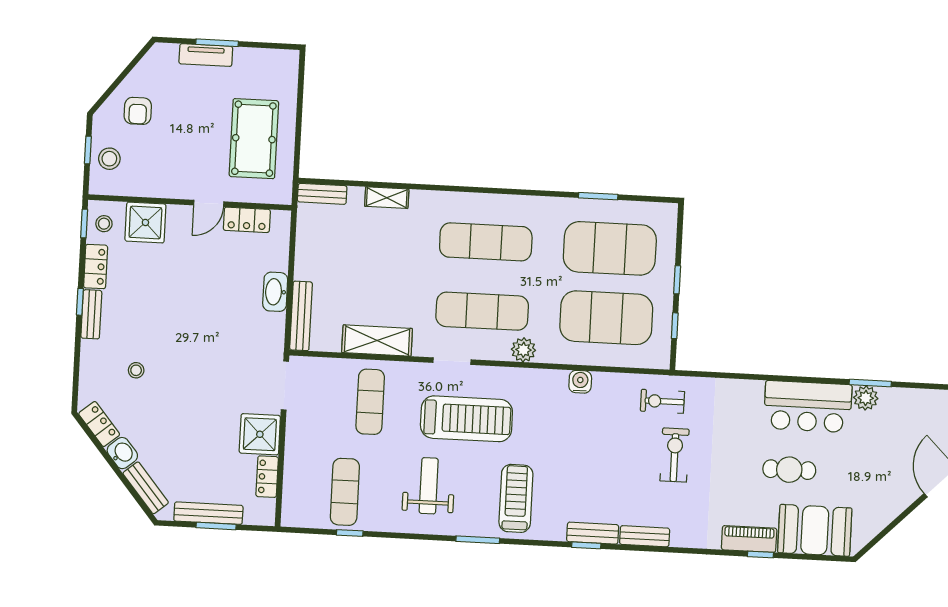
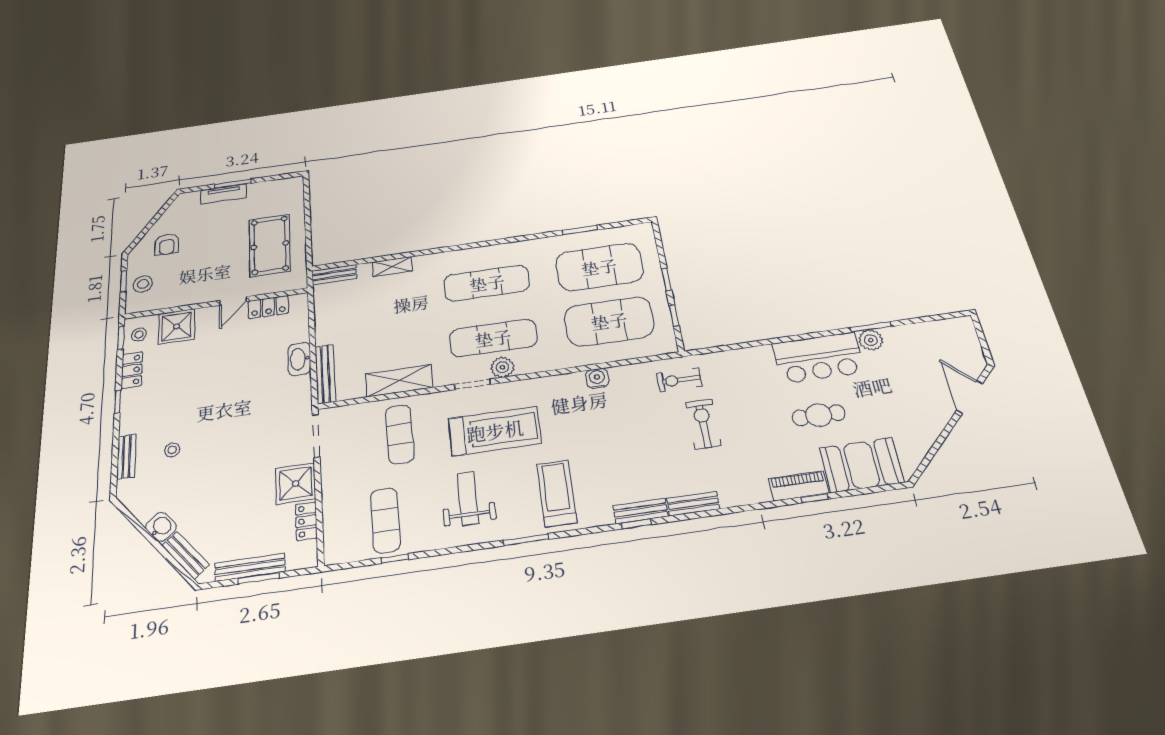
bench: (91, 314) -> (126, 457), moved
plant: (523, 350) -> (502, 367), moved
locker: (99, 424) -> (138, 505), removed

